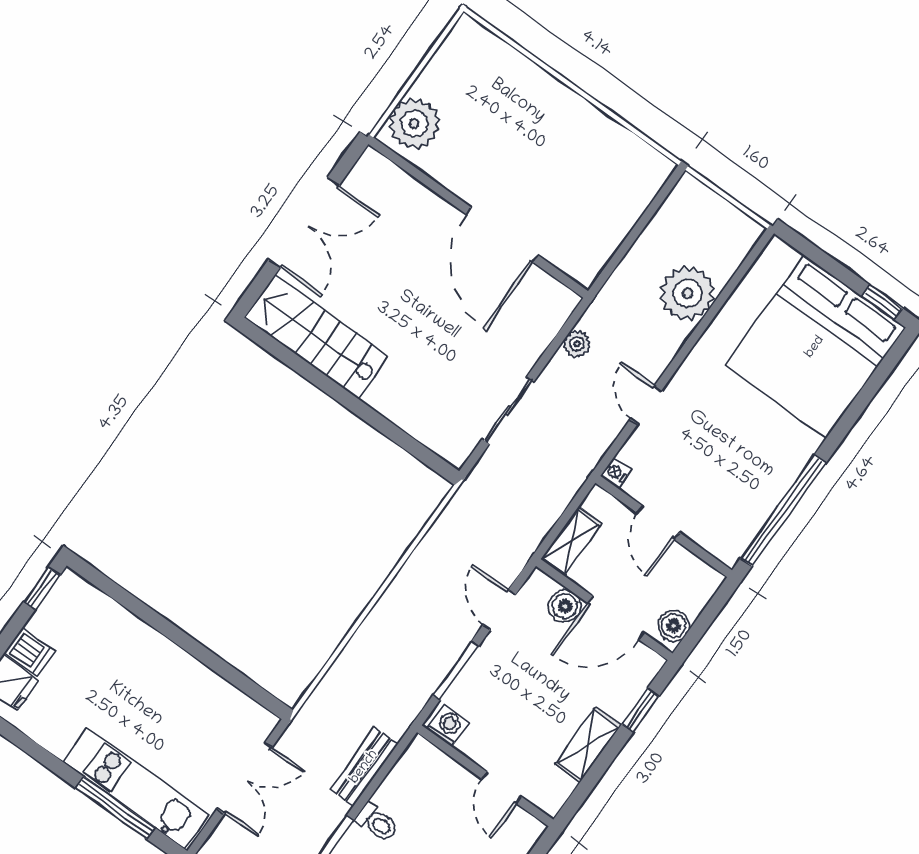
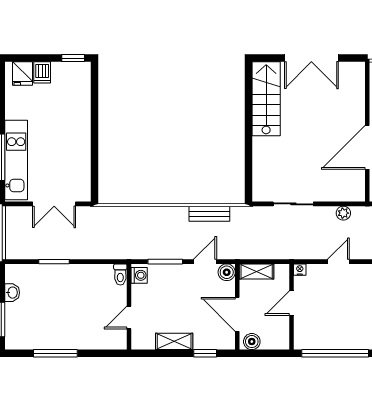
boiler: (565, 606) -> (227, 272), moved
bench: (364, 767) -> (209, 214), moved
toilet: (377, 823) -> (120, 275), moved

